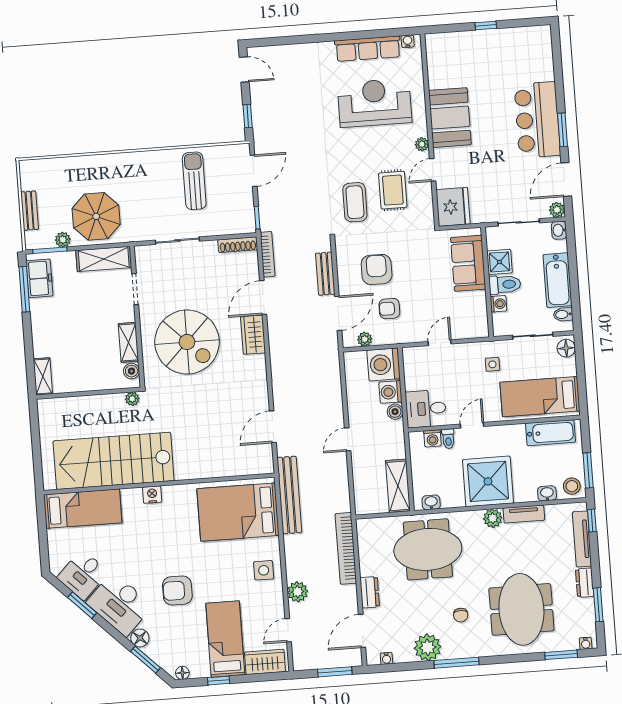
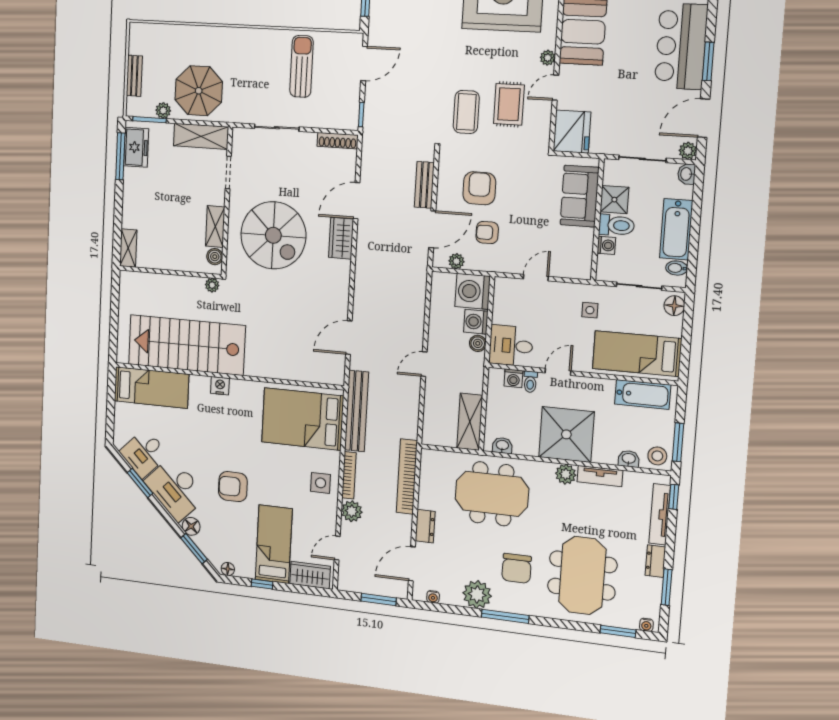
bookcase: (268, 254) -> (349, 475), moved
chair: (461, 615) -> (517, 568), width x1.87, depth x1.87

